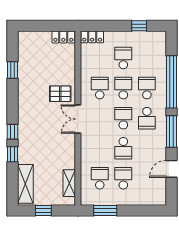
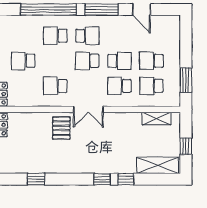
school desk: (123, 88) -> (119, 86), moved

